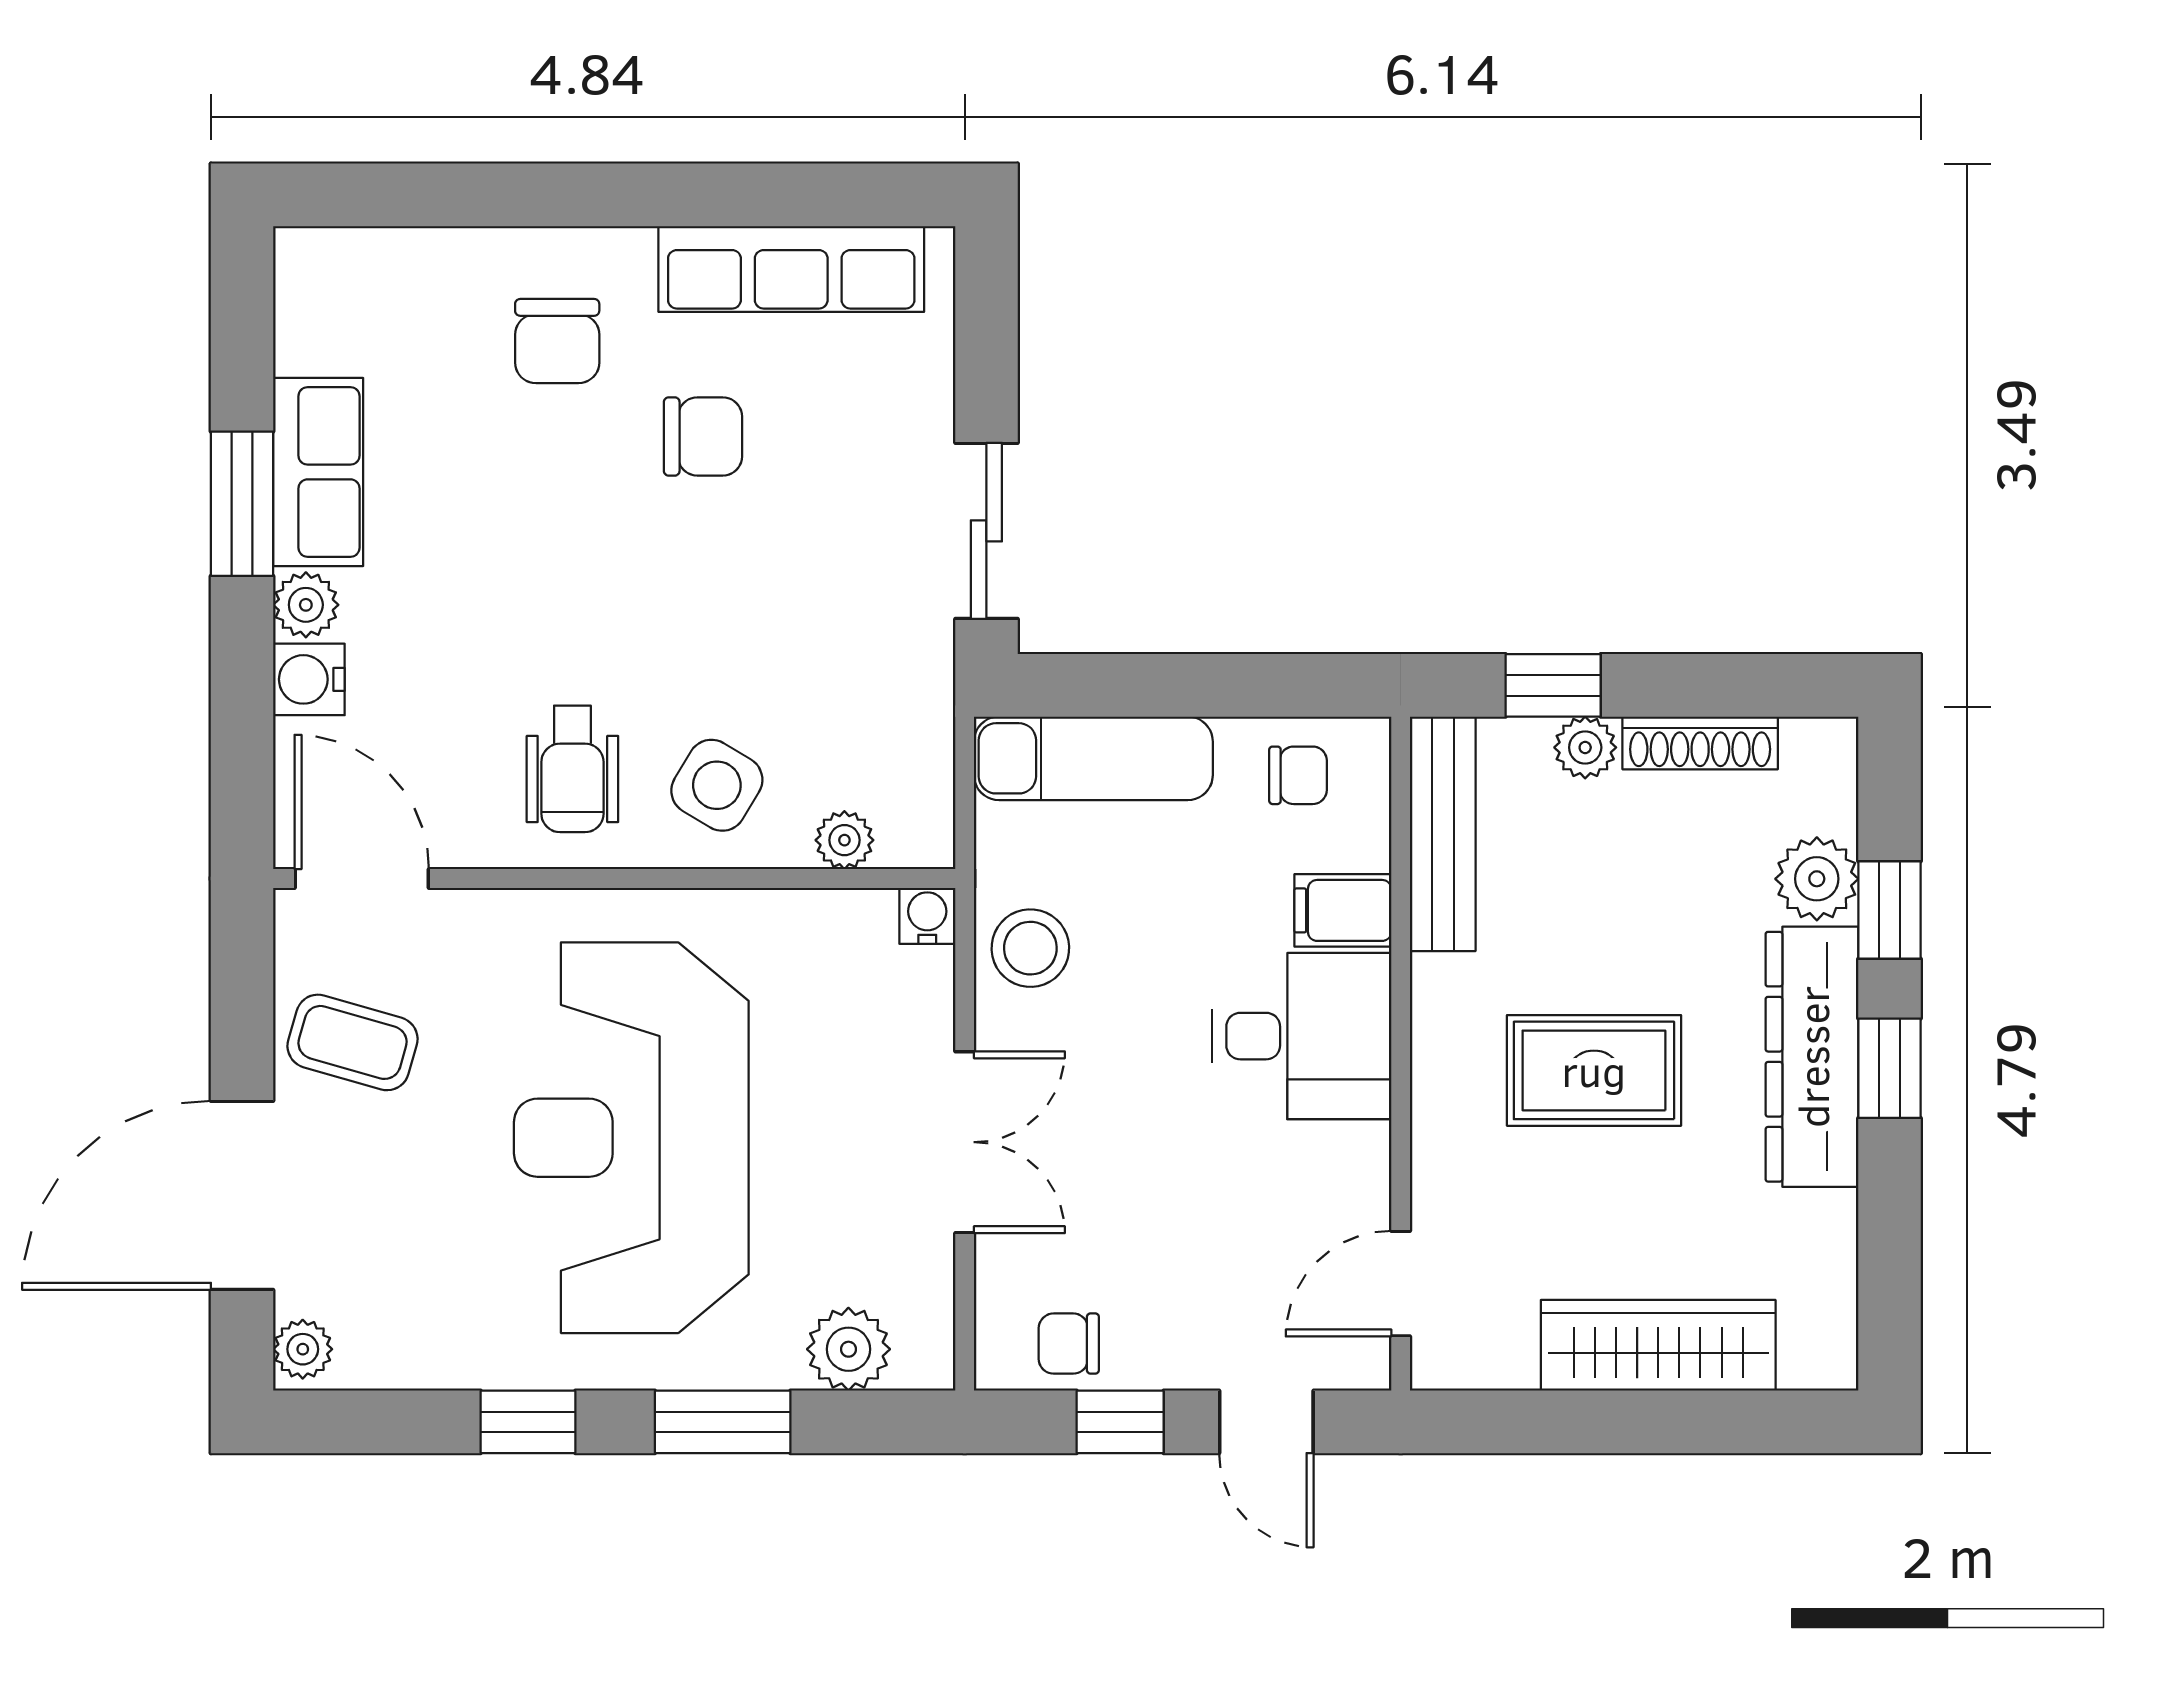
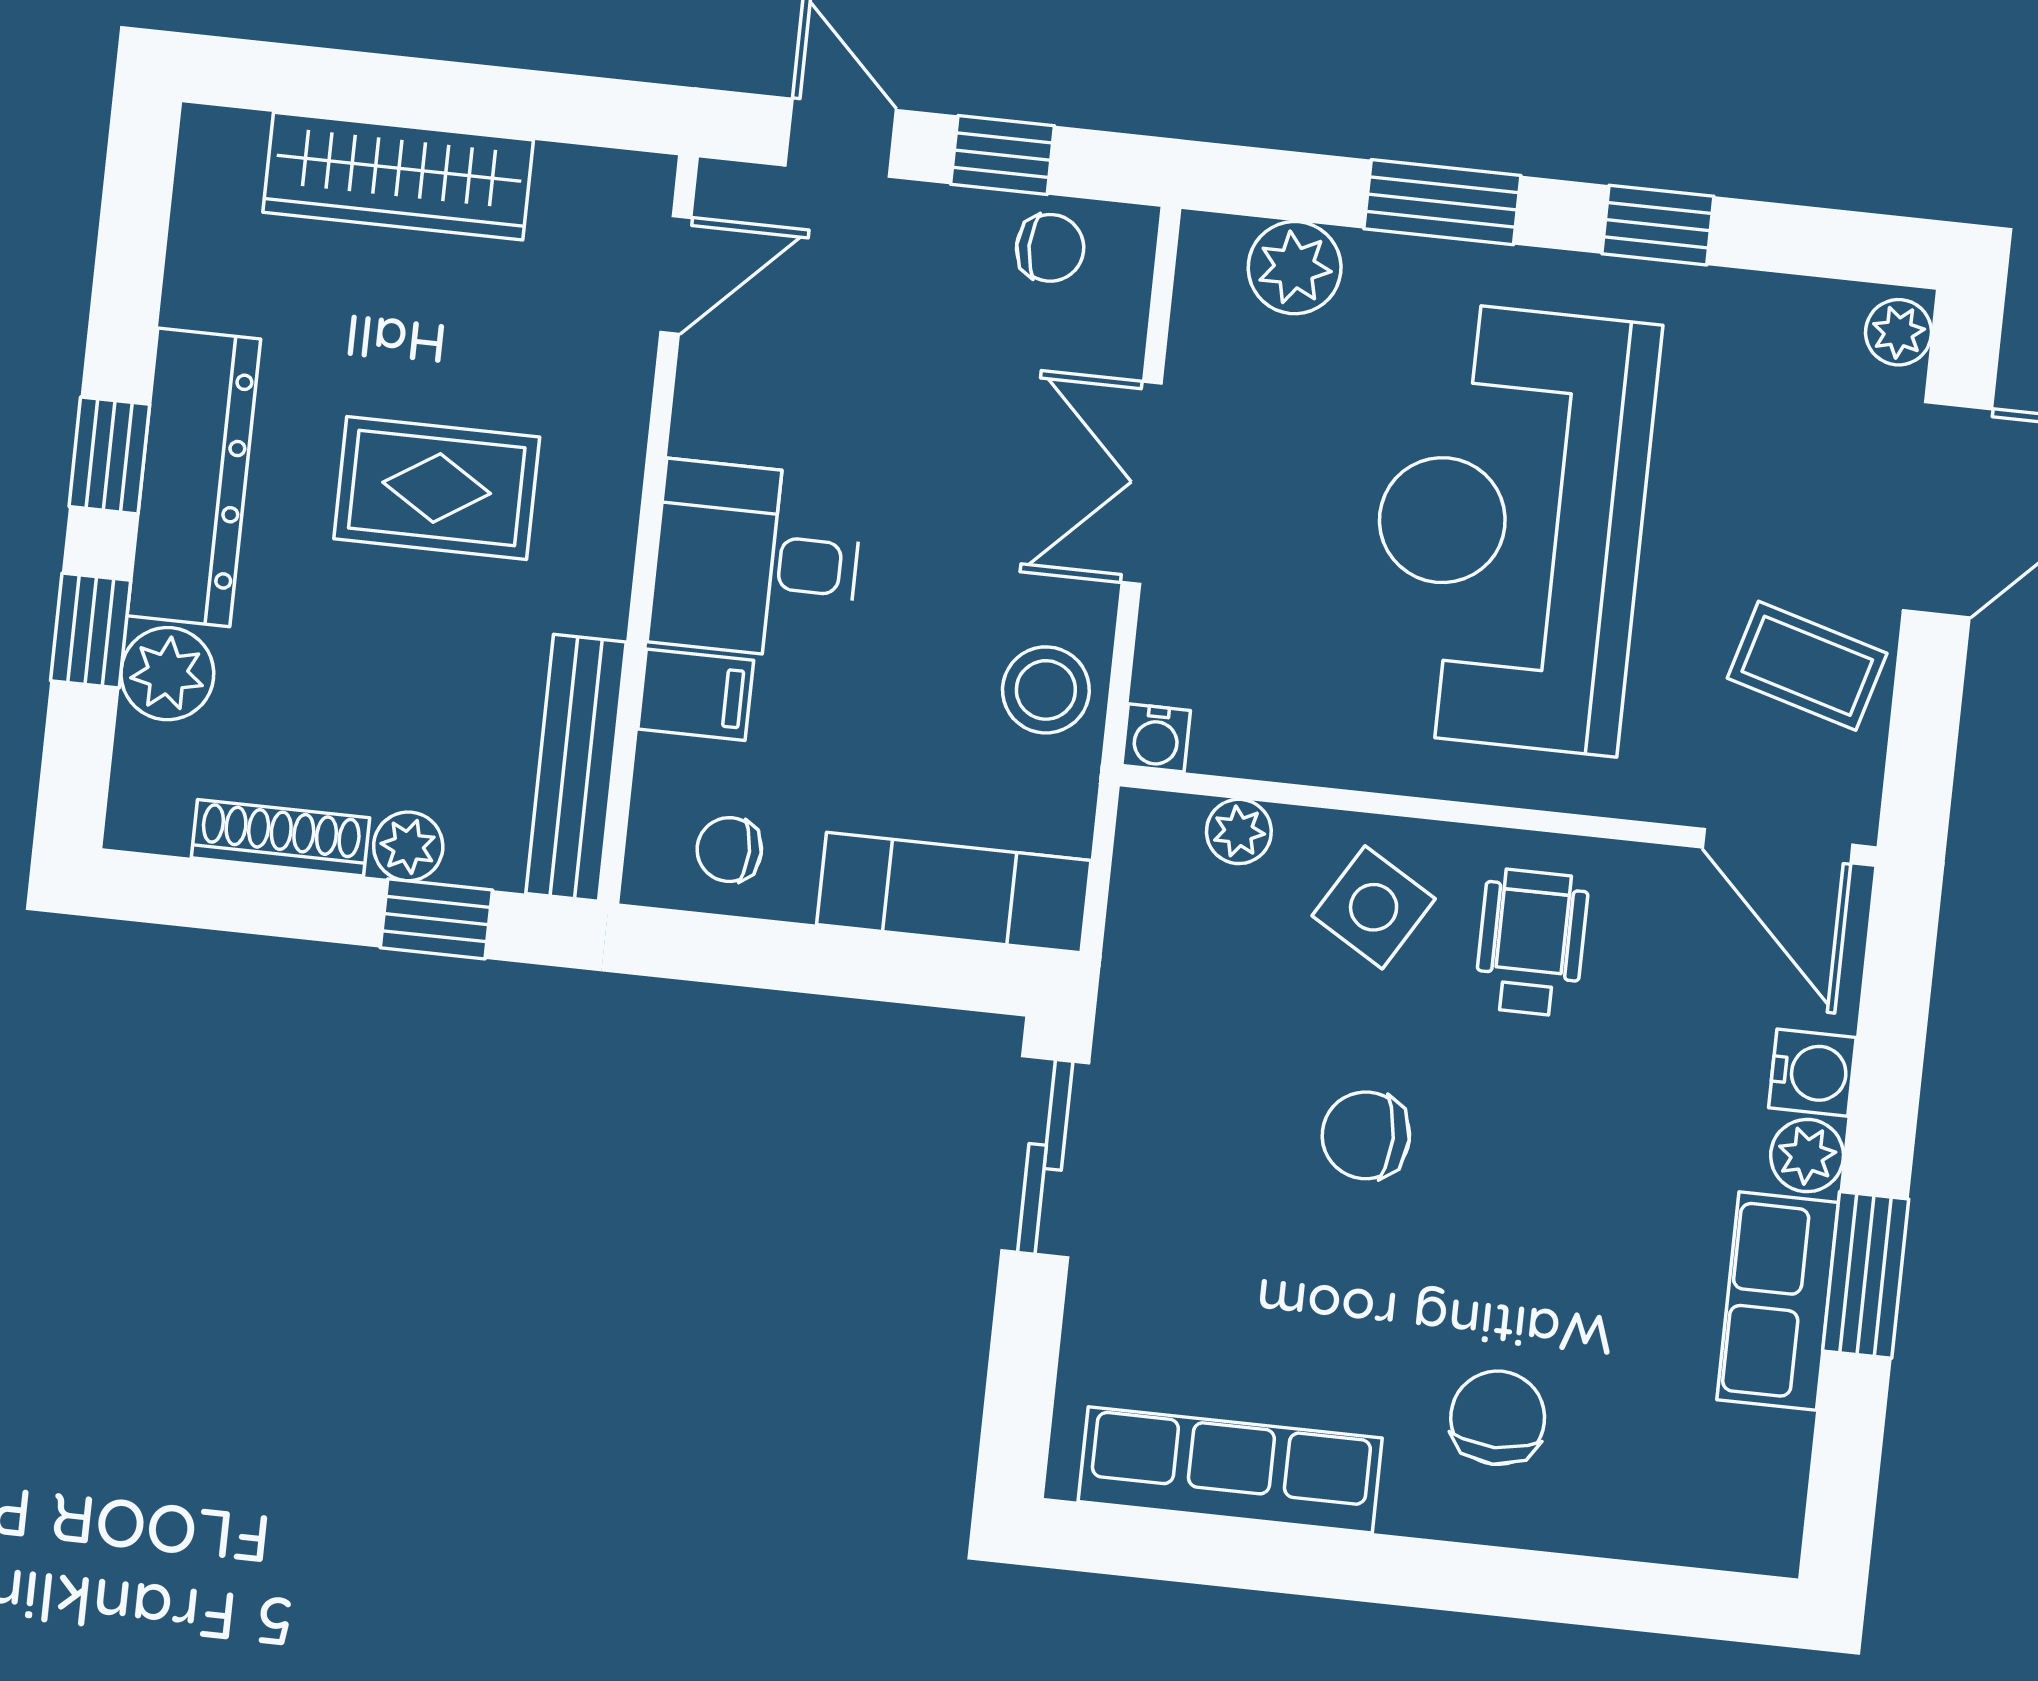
chair: (703, 436) -> (1366, 1135), moved
reception desk: (631, 1138) -> (1510, 527), turned 180

